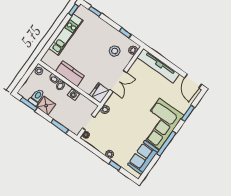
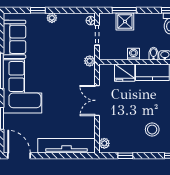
stool: (115, 51) -> (152, 130), moved
fridge: (99, 93) -> (125, 73), moved, turned 90
shower: (46, 106) -> (125, 22), moved

